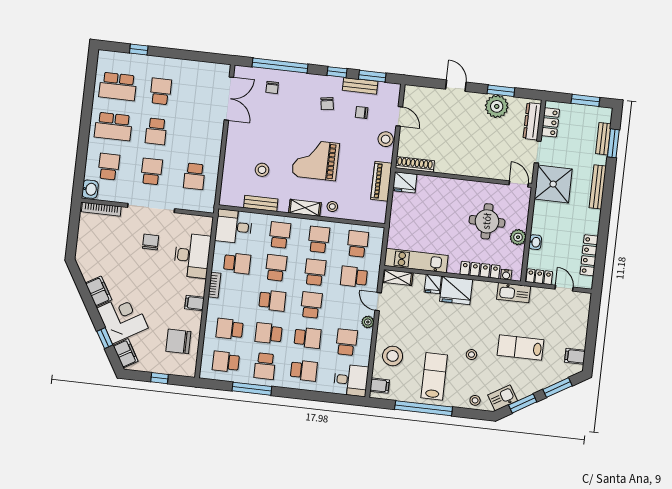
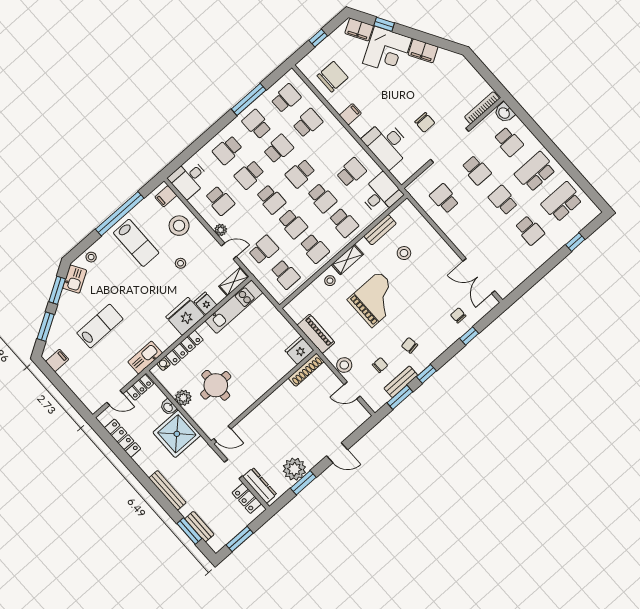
window: (280, 66) -> (469, 336), width x0.32
shower: (553, 184) -> (177, 434), moved
school desk: (237, 263) -> (351, 172), turned 180
bookcase: (214, 285) -> (350, 141), removed
stool: (471, 355) -> (181, 263), moved

